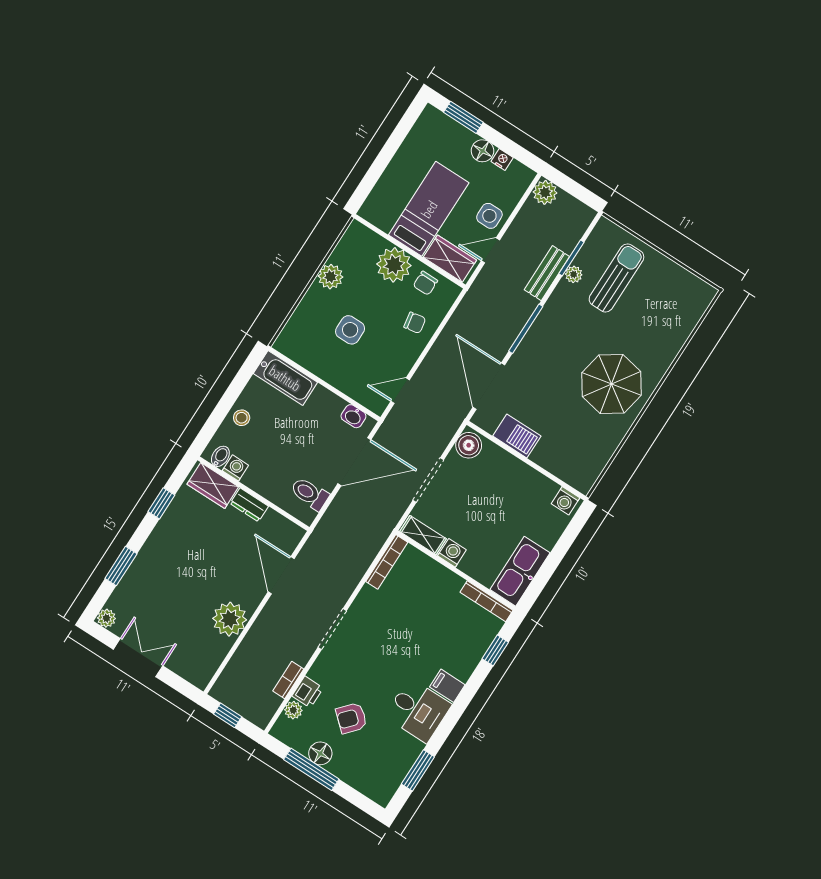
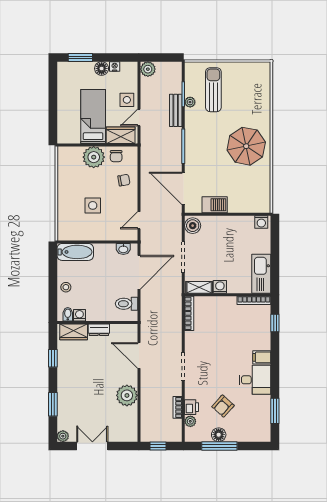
plant: (331, 277) -> (65, 184), removed

